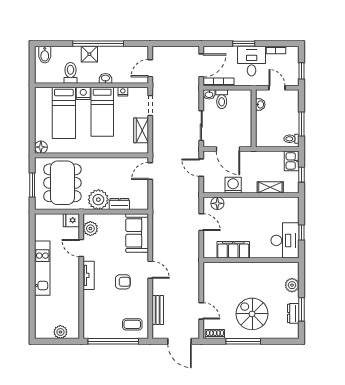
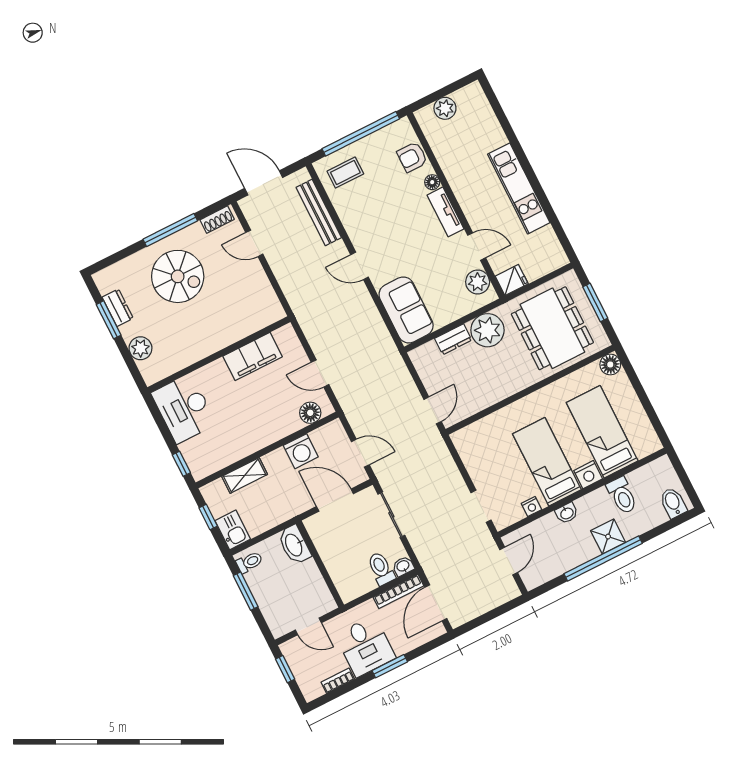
washbasin: (260, 104) -> (294, 545), moved, width x1.91, depth x1.45
wardrobe: (141, 130) -> (476, 463), removed
window: (302, 232) -> (181, 464), moved
armchair: (123, 282) -> (412, 157), moved
floor lamp: (88, 295) -> (432, 182), added
bench: (158, 310) -> (319, 212), width x1.36

